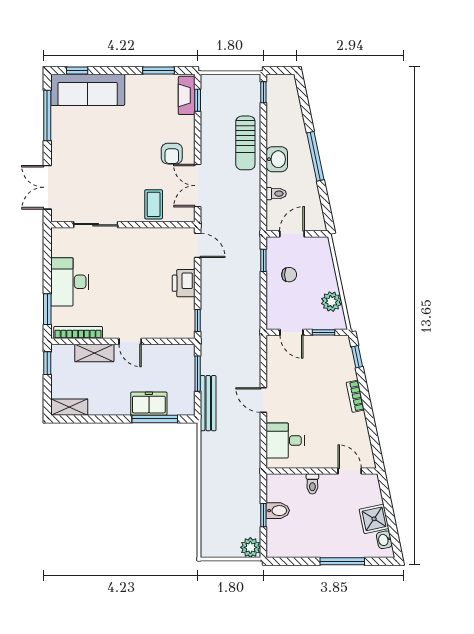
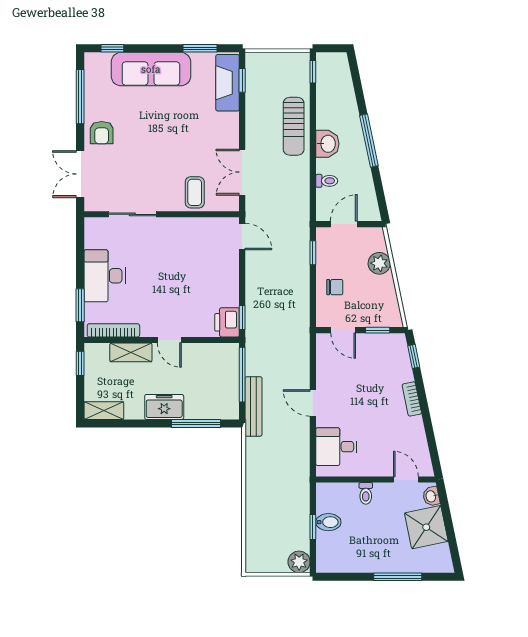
sofa: (88, 90) -> (151, 69), moved
fireplace: (187, 95) -> (228, 83), width x1.37, depth x1.32
armchair: (172, 154) -> (102, 133), moved
chair: (289, 275) -> (335, 287), moved
printer: (184, 283) -> (227, 322), moved
plant: (331, 302) -> (379, 263), moved
window: (198, 374) -> (242, 375), width x1.44
freezer: (149, 404) -> (164, 407), moved
shower: (374, 519) -> (426, 527), width x1.36, depth x1.36
washbasin: (384, 540) -> (431, 496), moved

